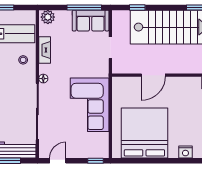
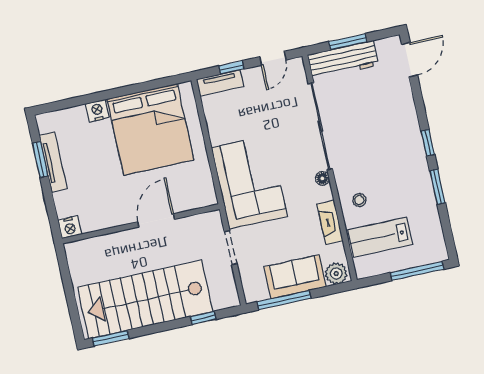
sofa: (91, 21) -> (295, 277), moved
corner sofa: (90, 105) -> (249, 182), moved
nightstand: (185, 152) -> (97, 111), moved
tv unit: (94, 153) -> (220, 83), added
window: (95, 161) -> (231, 67), moved

